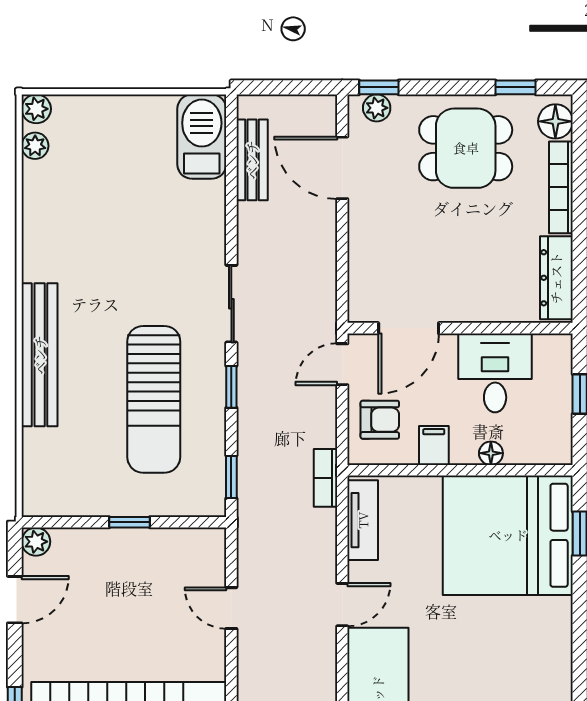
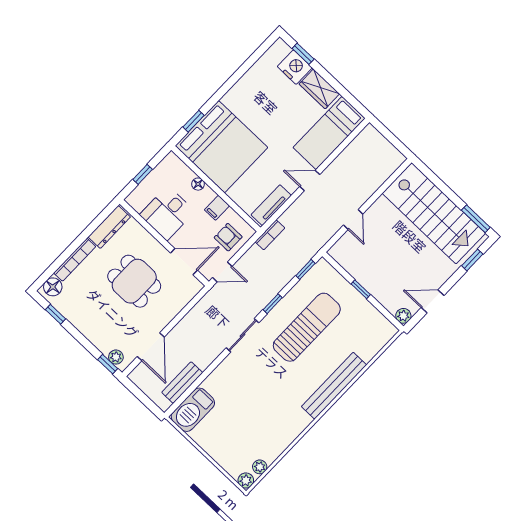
dining table: (466, 148) -> (134, 281), moved

